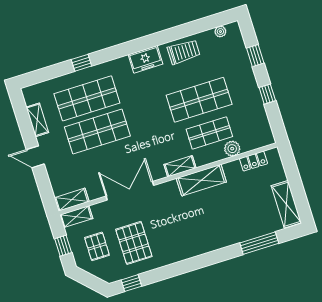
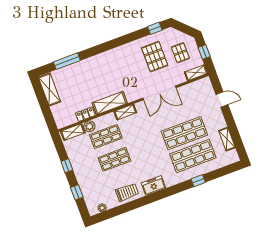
trolley: (184, 52) -> (127, 192), turned 180
shop shelf: (199, 100) -> (114, 159), width x0.70, depth x0.74
door: (35, 157) -> (222, 99), moved
locker: (253, 161) -> (85, 114), moved
shelving: (72, 200) -> (73, 132), moved

